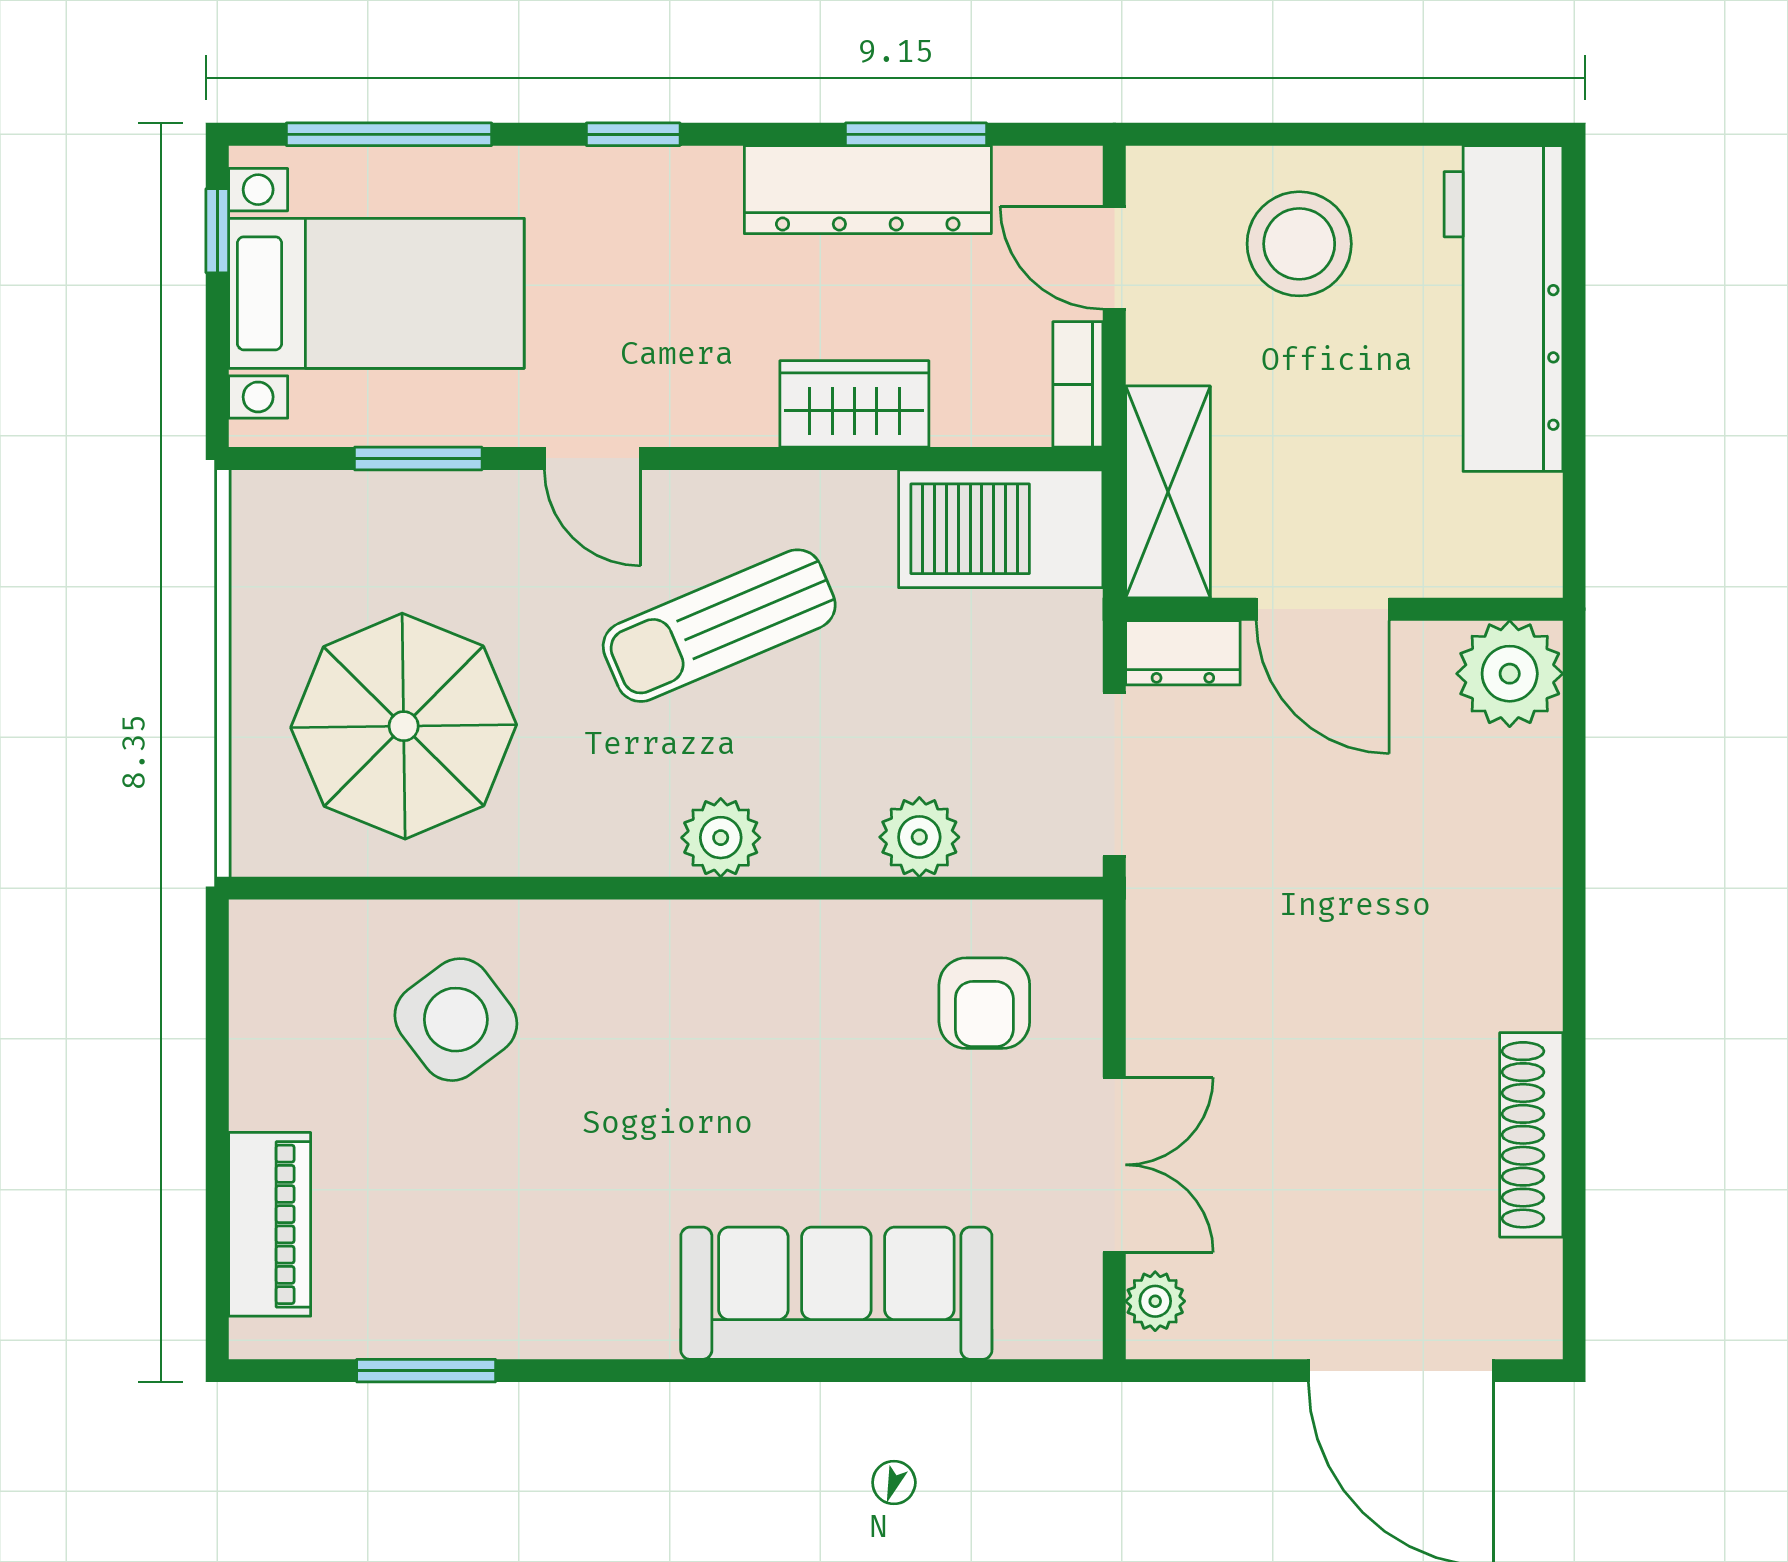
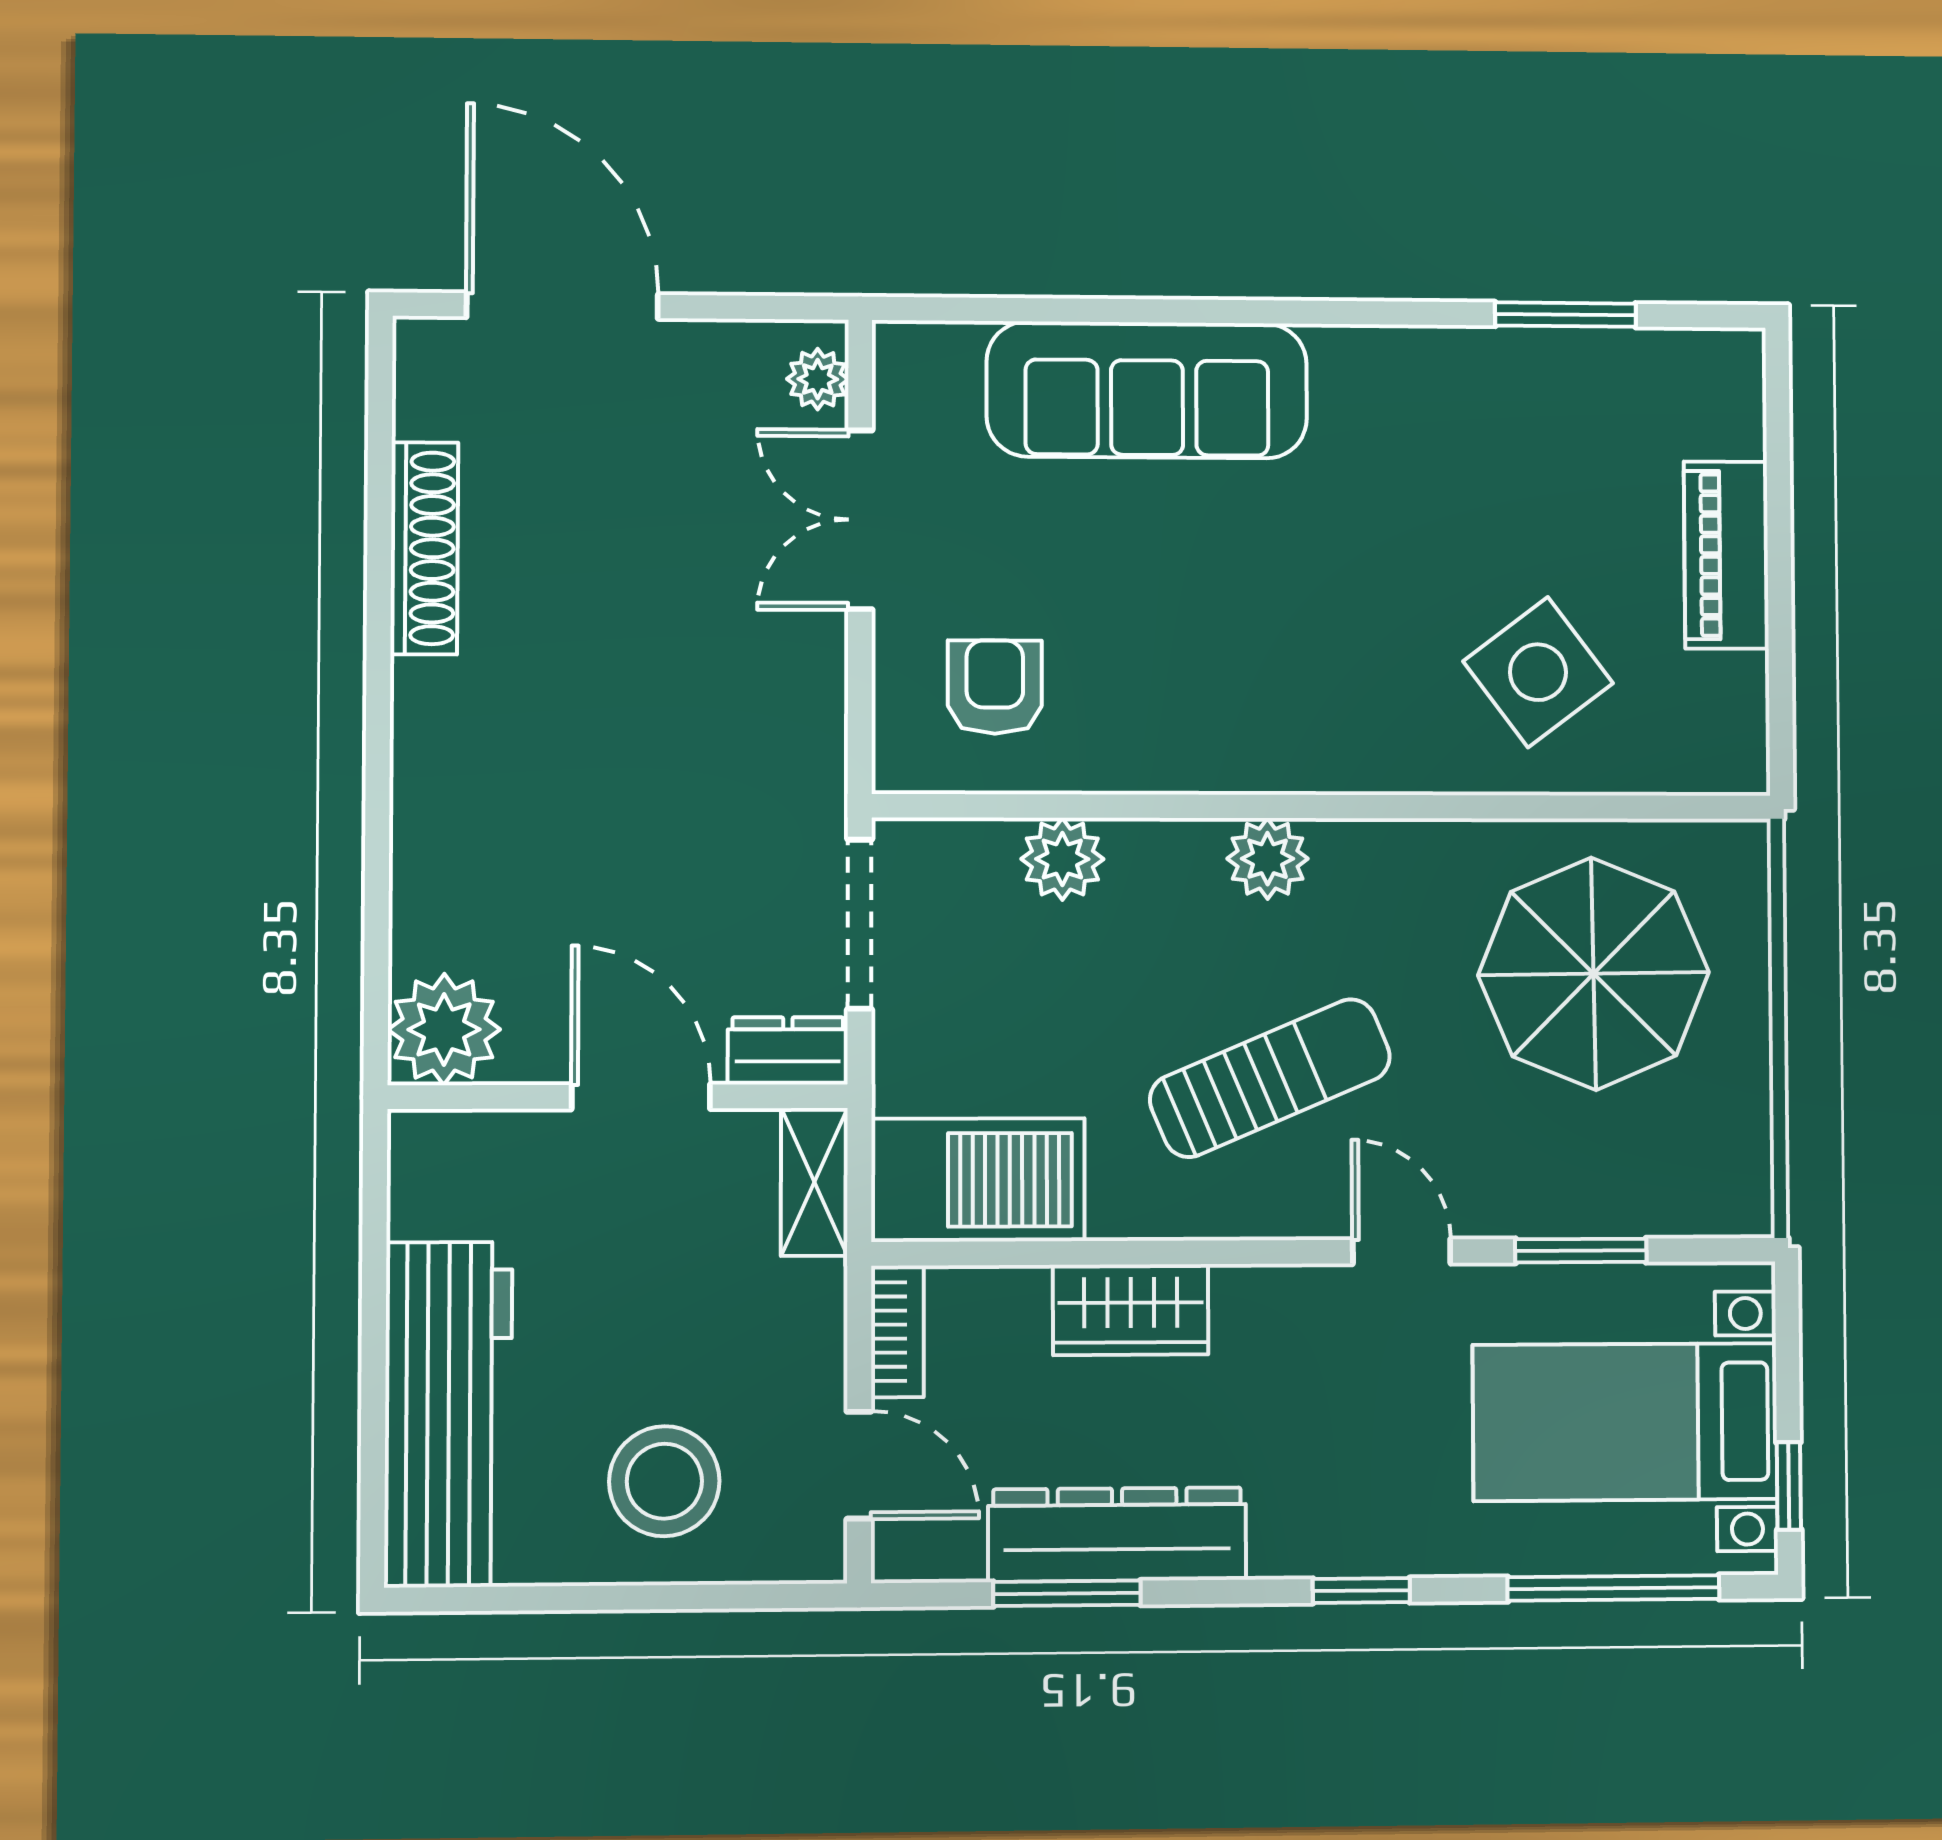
shelving: (1168, 492) -> (814, 1182), width x0.67, depth x0.75
piano: (270, 1224) -> (1726, 555), moved

